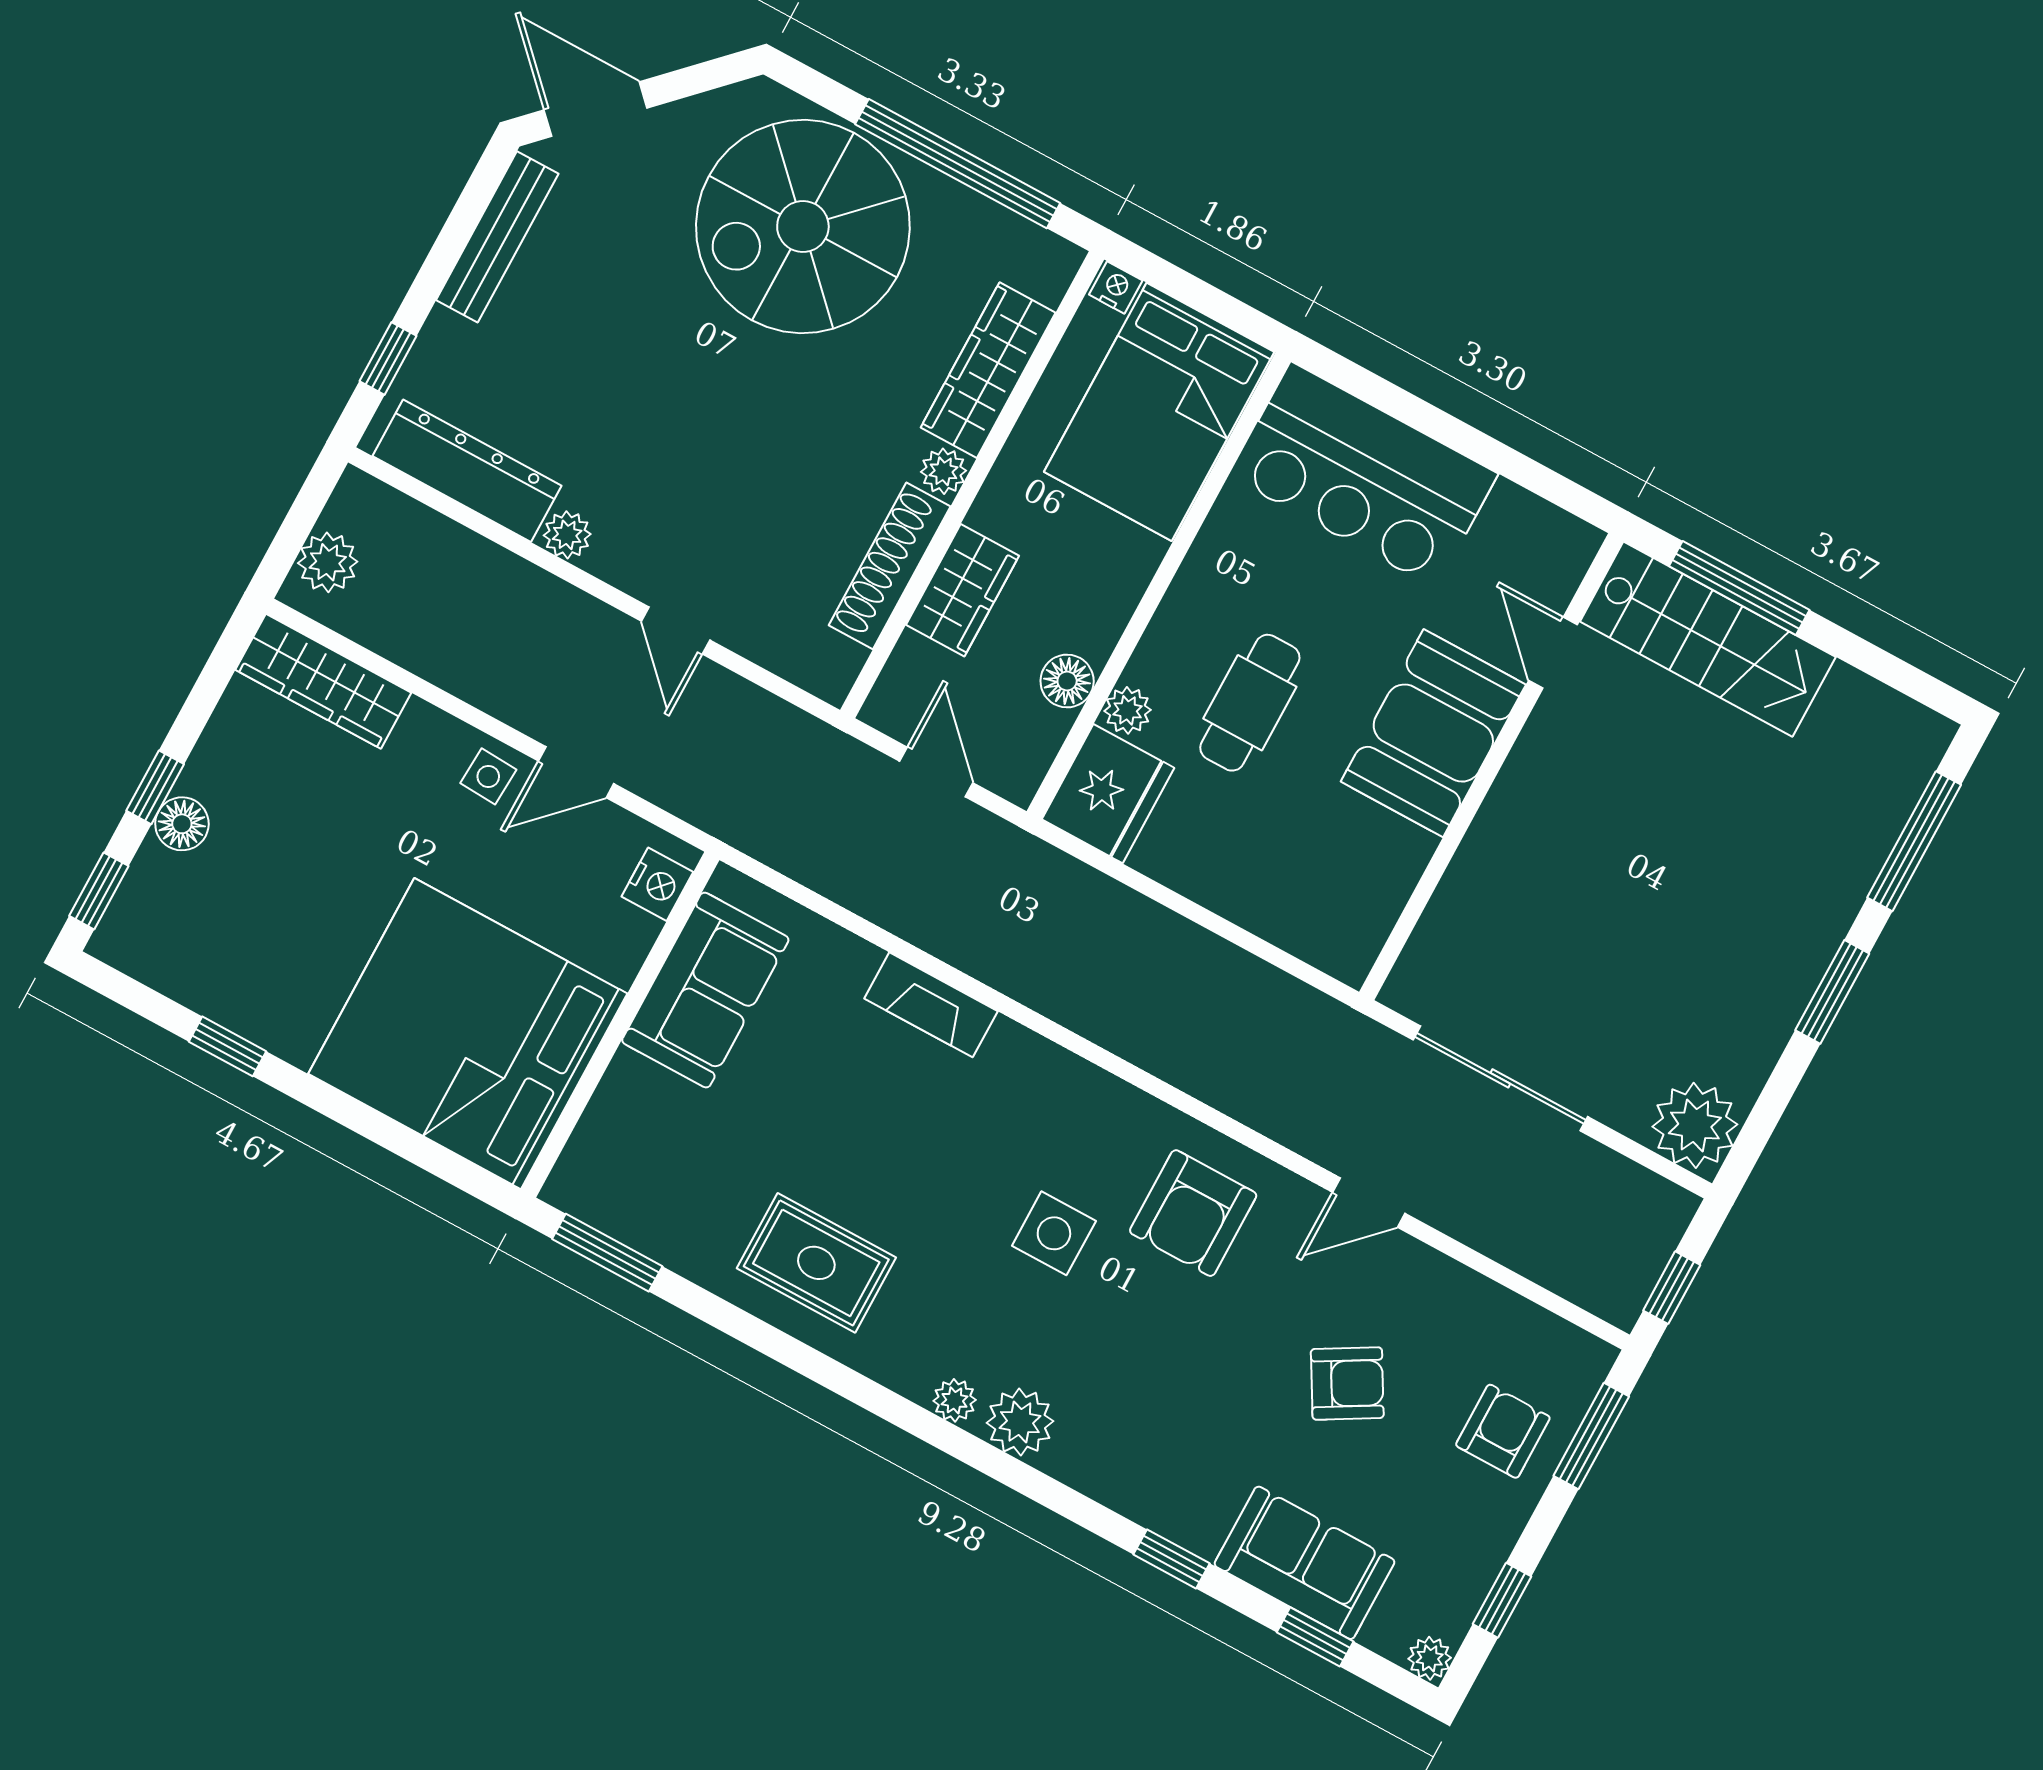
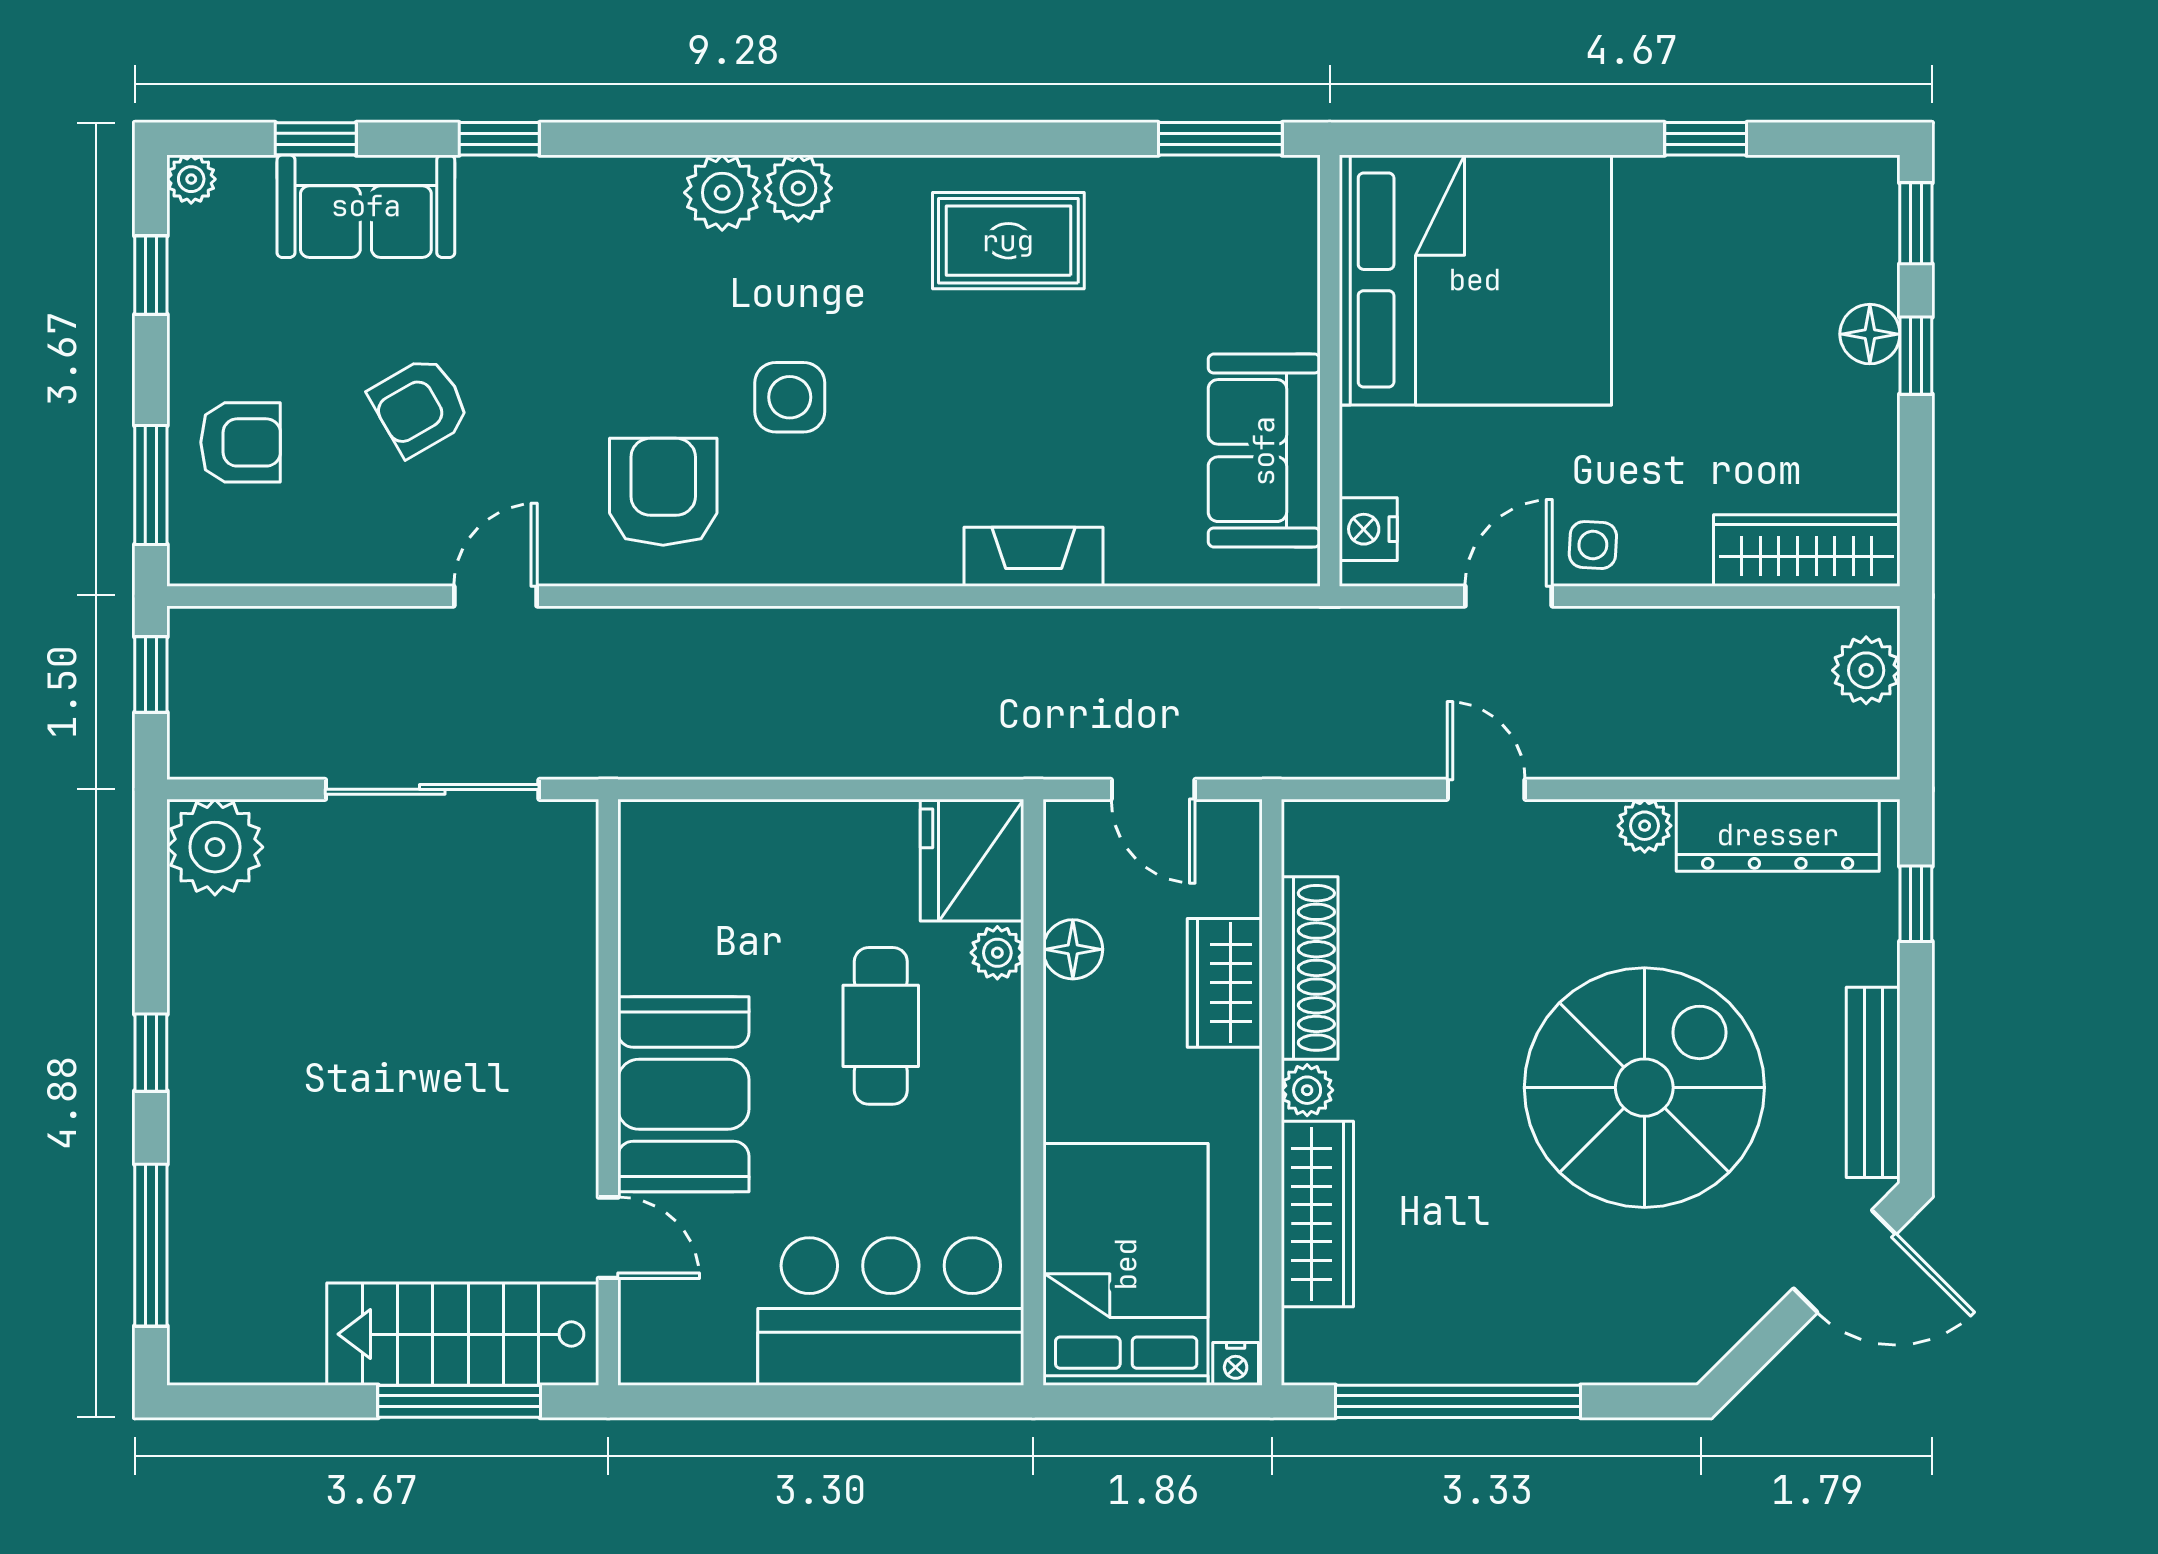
spiral stairs: (803, 226) -> (1644, 1088), moved
window: (1832, 992) -> (151, 1053), width x0.67
plant: (955, 1400) -> (798, 188), width x1.38, depth x1.38
armchair: (1503, 1431) -> (241, 442), turned -90

